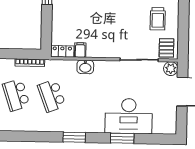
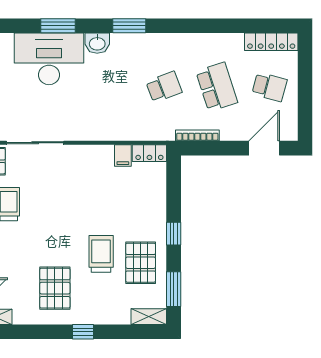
washbasin: (85, 67) -> (97, 43), moved, turned 180
school desk: (52, 96) -> (164, 87), width x0.54

